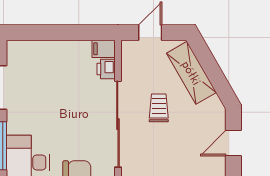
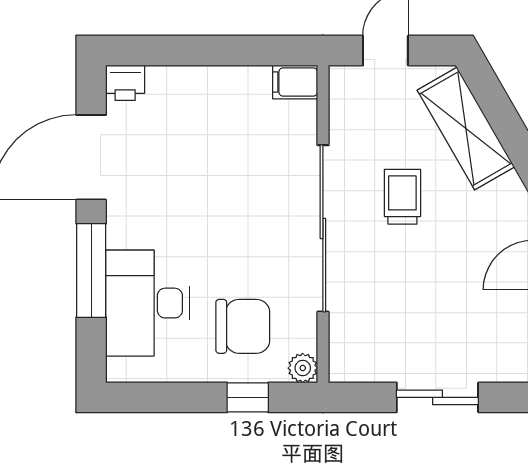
printer: (106, 69) -> (125, 83), moved, turned -90

